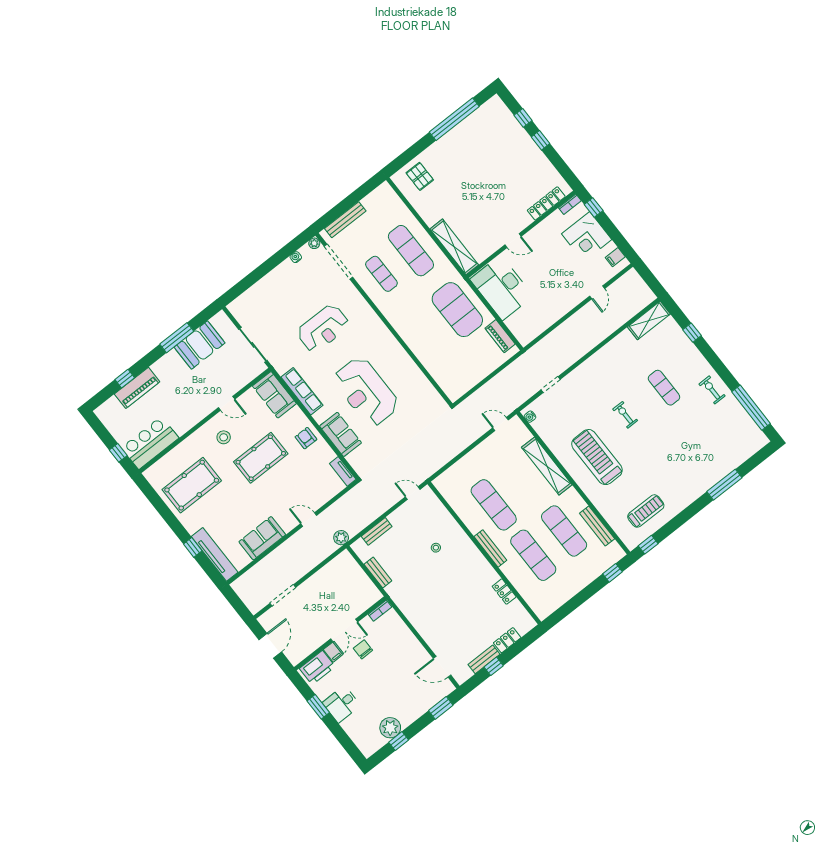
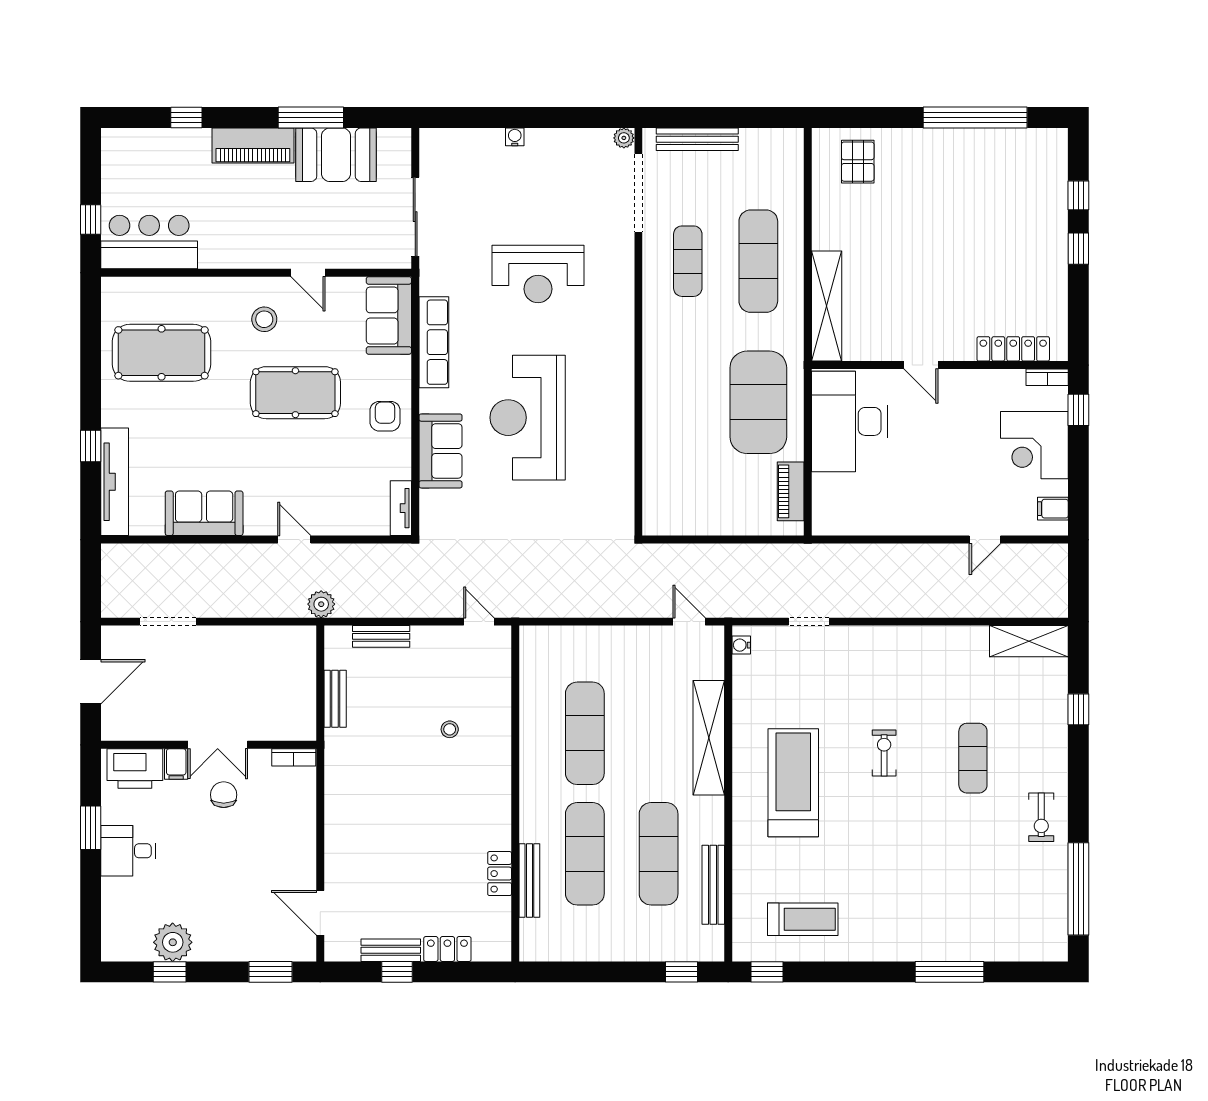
water cooler: (296, 257) -> (515, 137), moved
piano: (137, 388) -> (253, 145), moved
exercise bike: (712, 390) -> (1041, 817), turned 180
bench: (490, 548) -> (529, 880), moved

